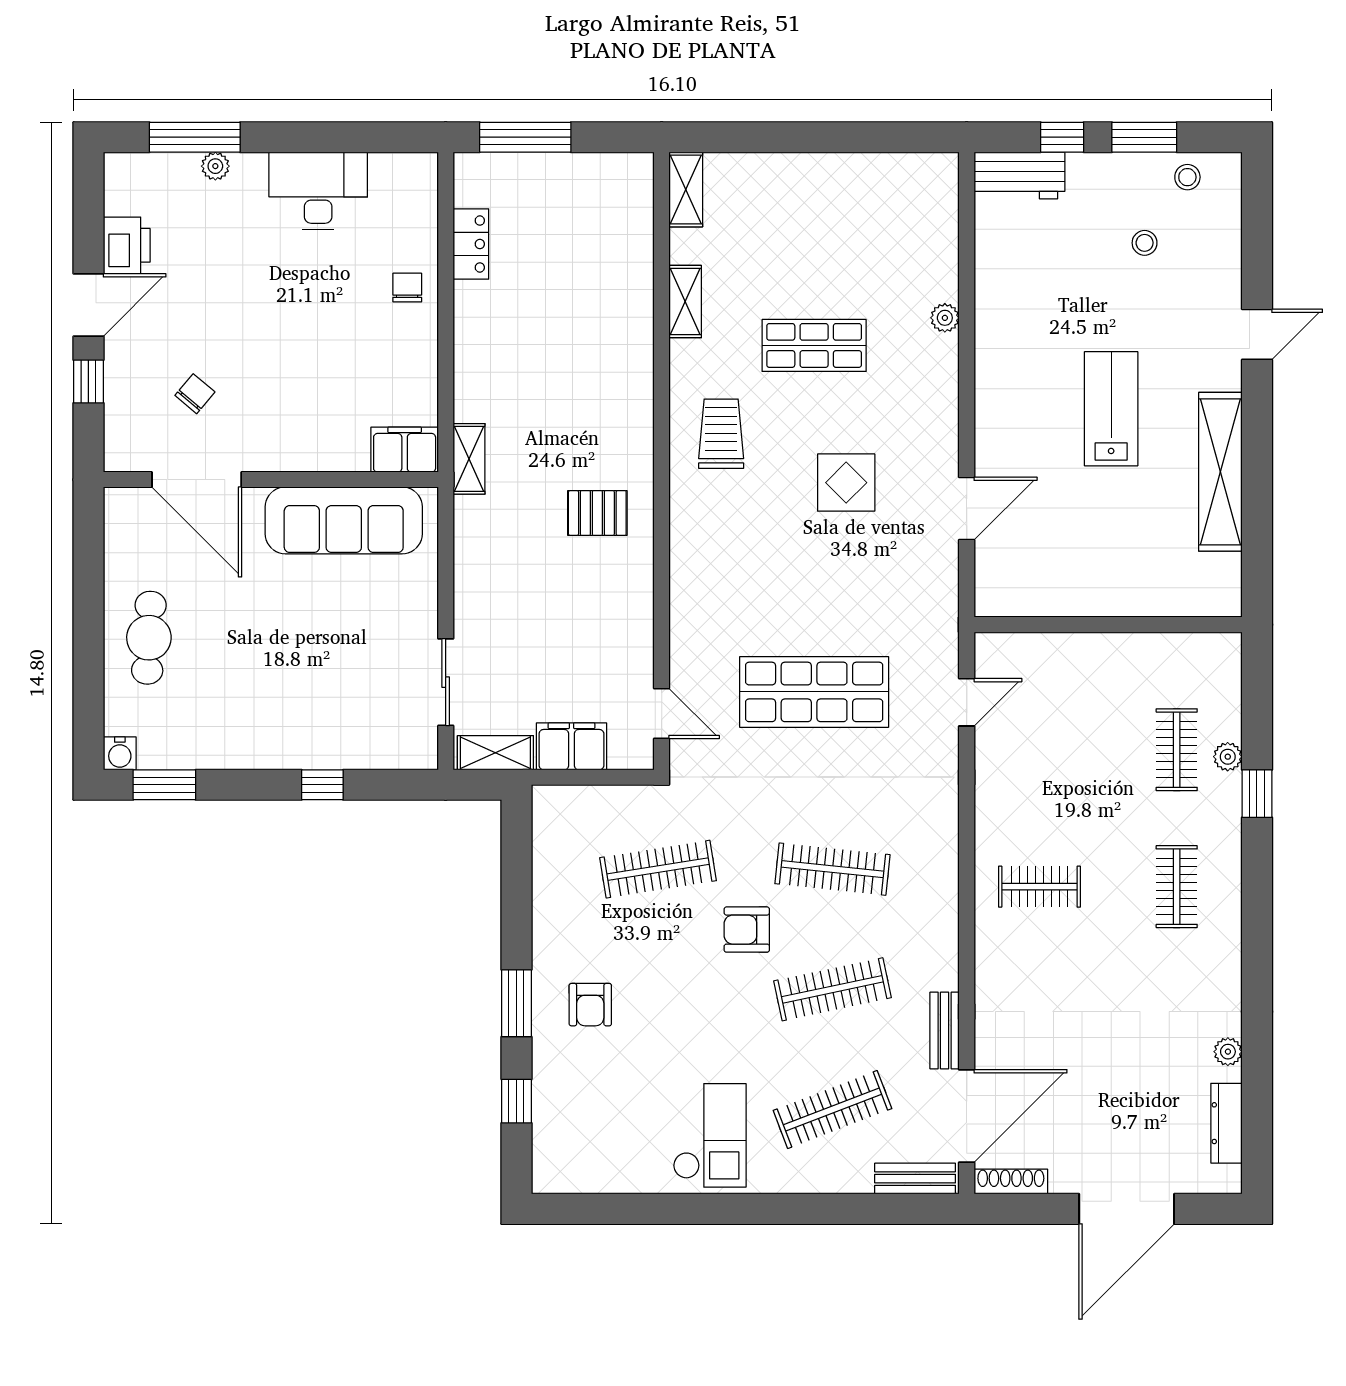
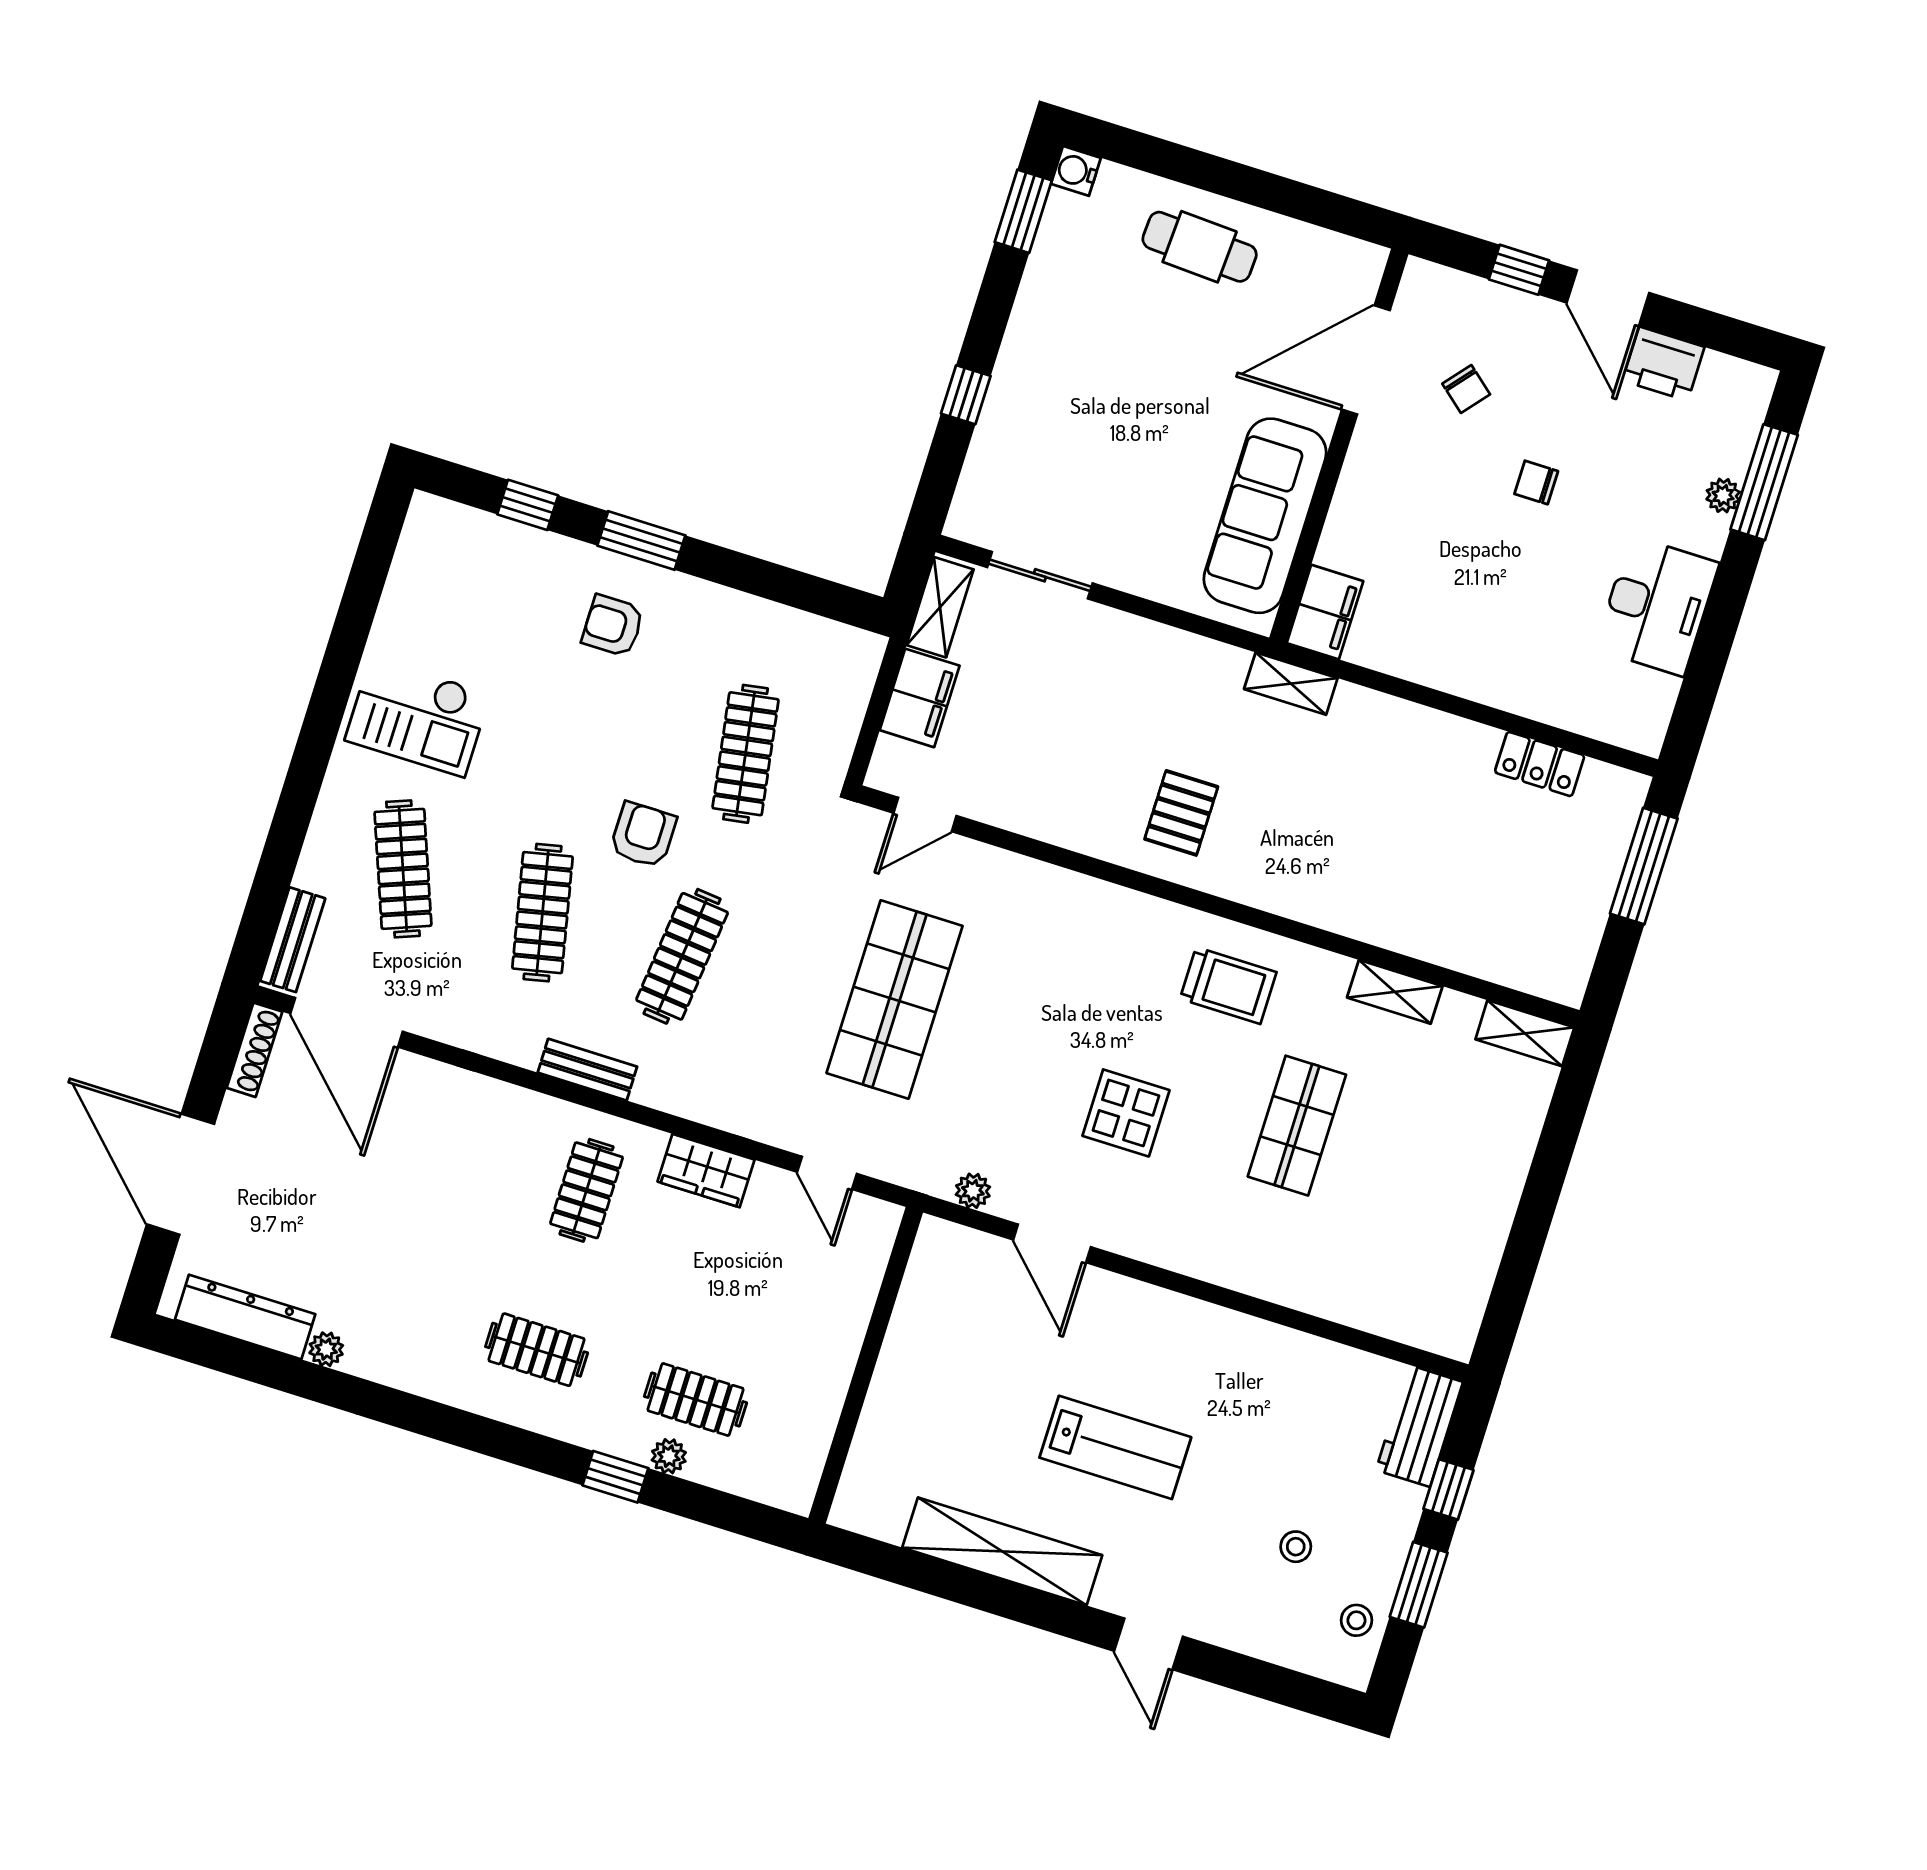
chair: (407, 288) -> (1536, 482), moved, turned 180
plant: (945, 318) -> (973, 1191), moved
wardrobe: (995, 798) -> (706, 1171), added
bench: (945, 1031) -> (587, 1070), moved
dresser: (1226, 1123) -> (245, 1317), width x1.37, depth x1.24

